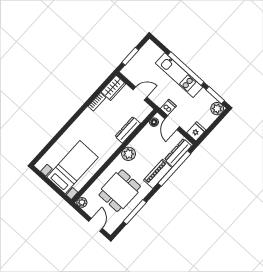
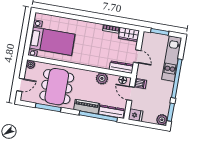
kitchen unit: (179, 75) -> (172, 59), moved
door: (172, 123) -> (131, 94), hinge flipped
dresser: (128, 130) -> (121, 67), moved
plant: (128, 154) -> (102, 78), moved
dining table: (120, 191) -> (57, 87), width x1.38

